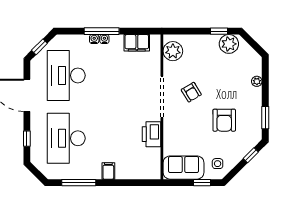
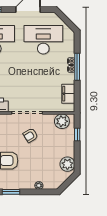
window: (219, 31) -> (77, 135), moved
window: (39, 47) -> (65, 19), removed

